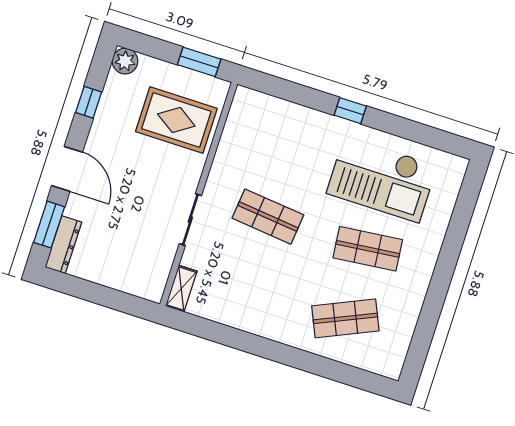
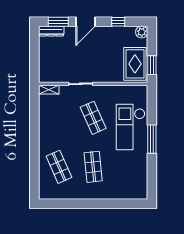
window: (350, 111) -> (152, 139), width x2.17
rug: (176, 120) -> (135, 64), moved
checkout: (382, 179) -> (131, 127), moved
shop shelf: (268, 217) -> (93, 118), turned -30

